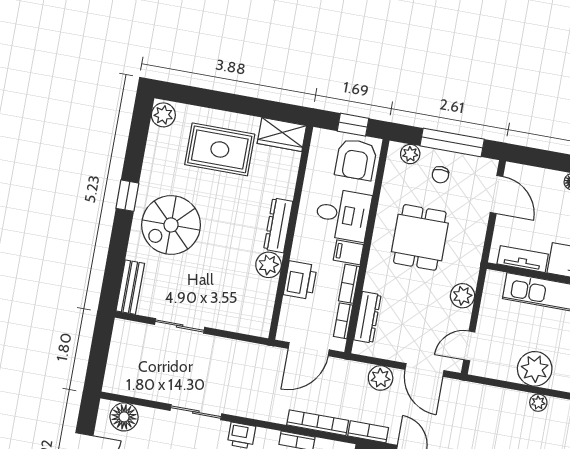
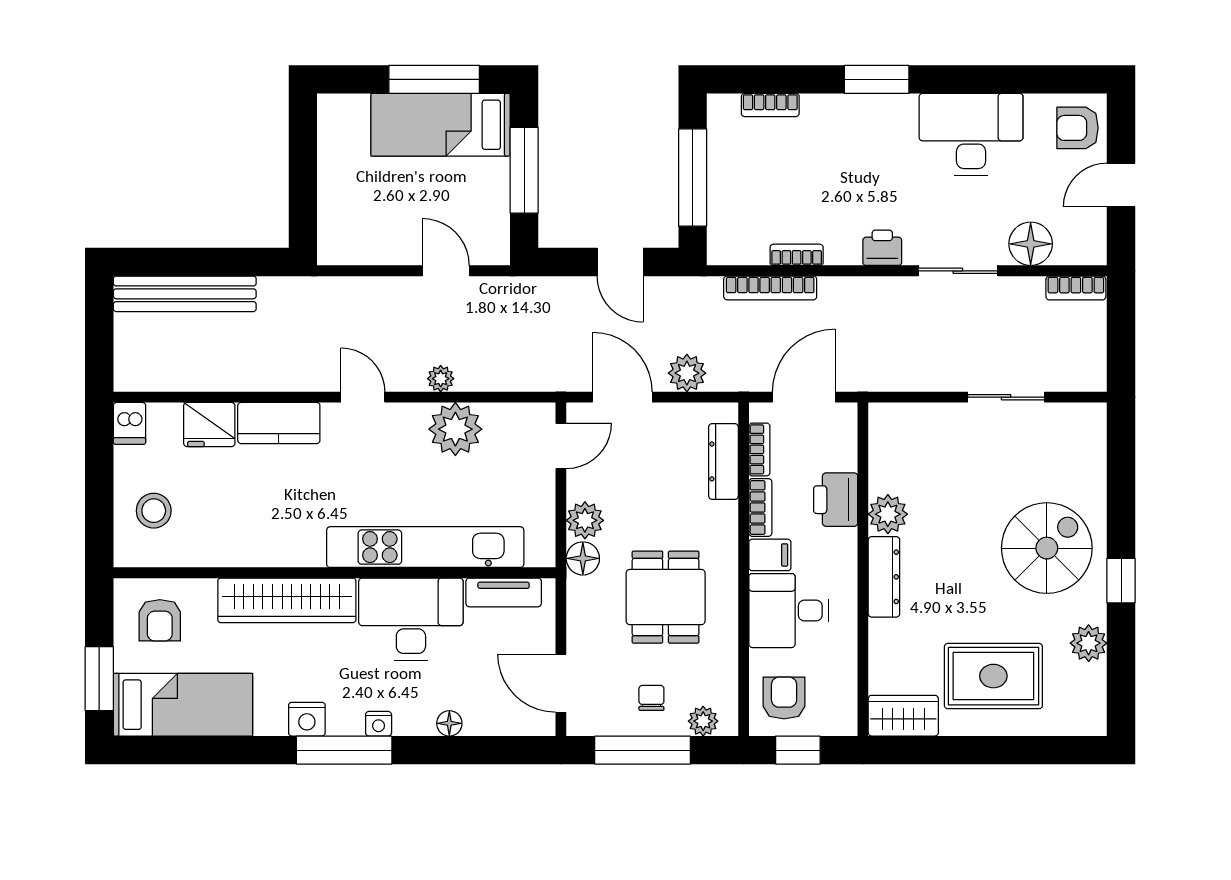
plant: (163, 115) -> (1089, 643), moved
armchair: (356, 159) -> (784, 698), width x0.72, depth x0.72
floor lamp: (468, 272) -> (583, 558), added
bench: (130, 287) -> (1092, 442), removed
floor lamp: (124, 417) -> (1031, 244), moved
bookcase: (368, 432) -> (1076, 288), moved

